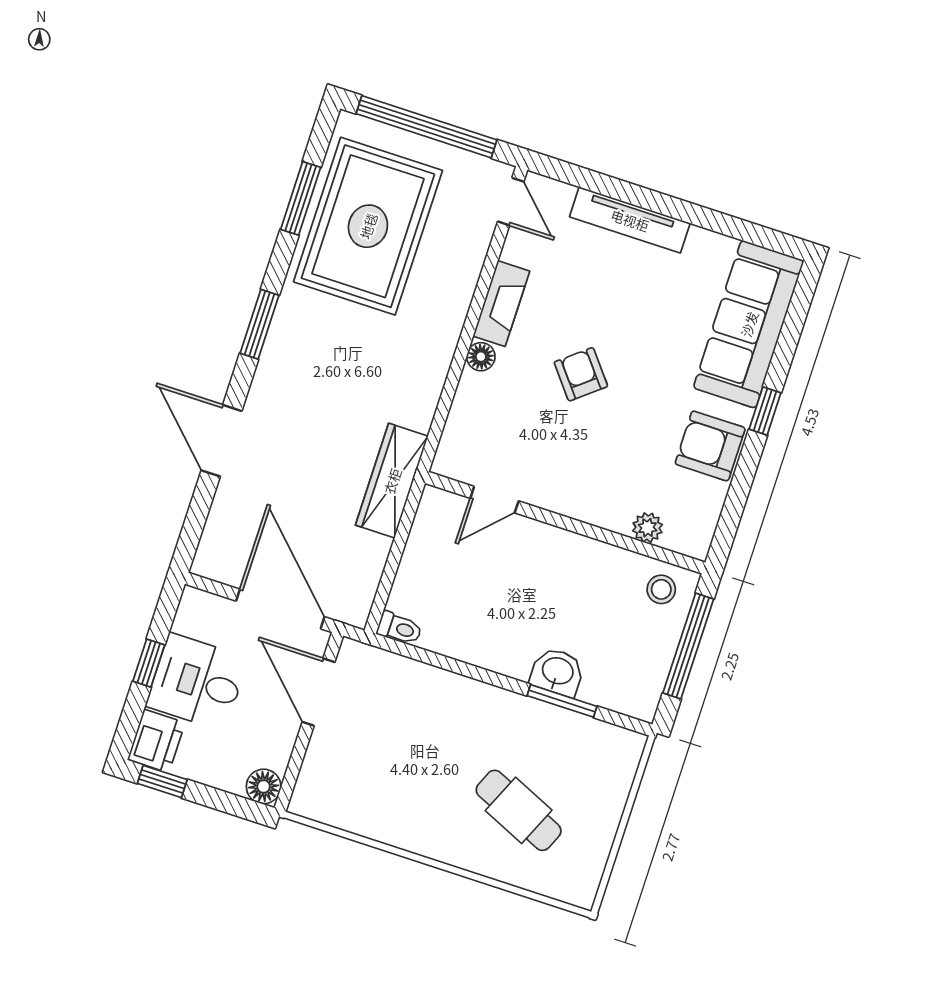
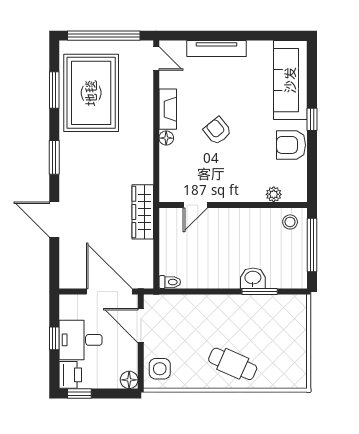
side table: (328, 784) -> (160, 369), added
cafe table: (519, 810) -> (233, 364), moved

